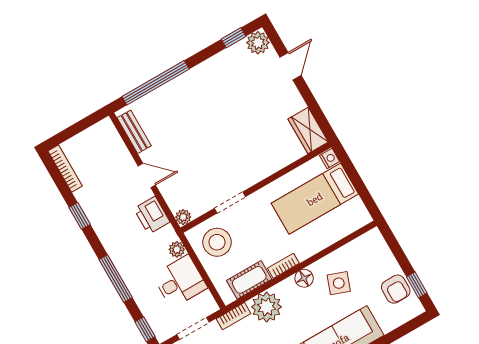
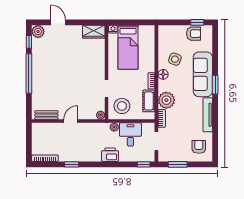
window: (156, 83) -> (29, 74), moved
printer: (152, 215) -> (110, 155), moved, turned 180
window: (116, 279) -> (111, 164), removed

